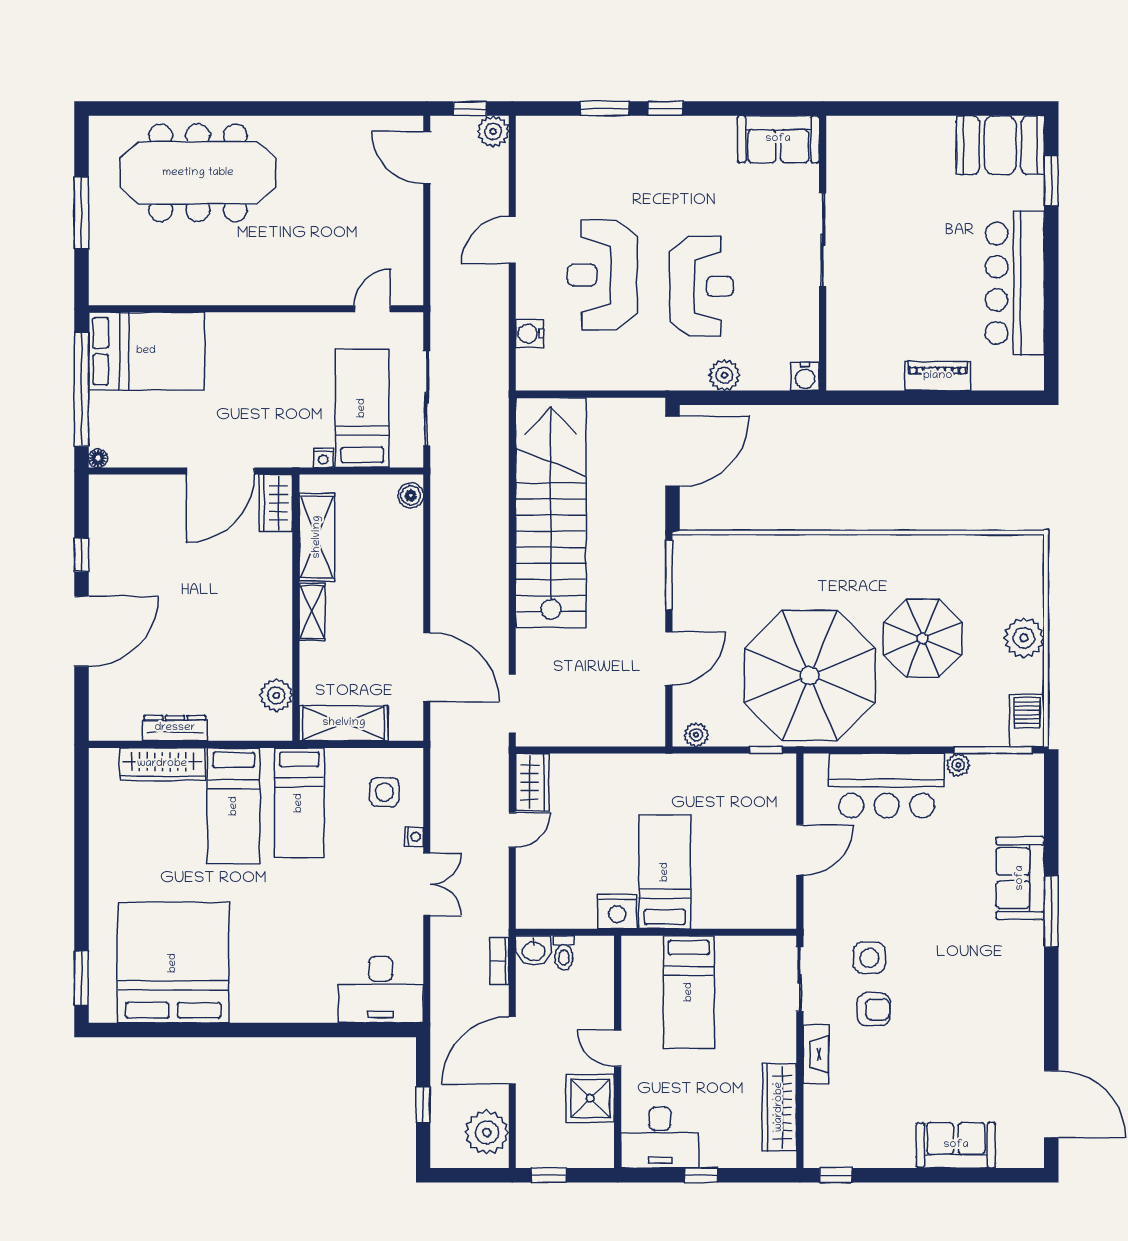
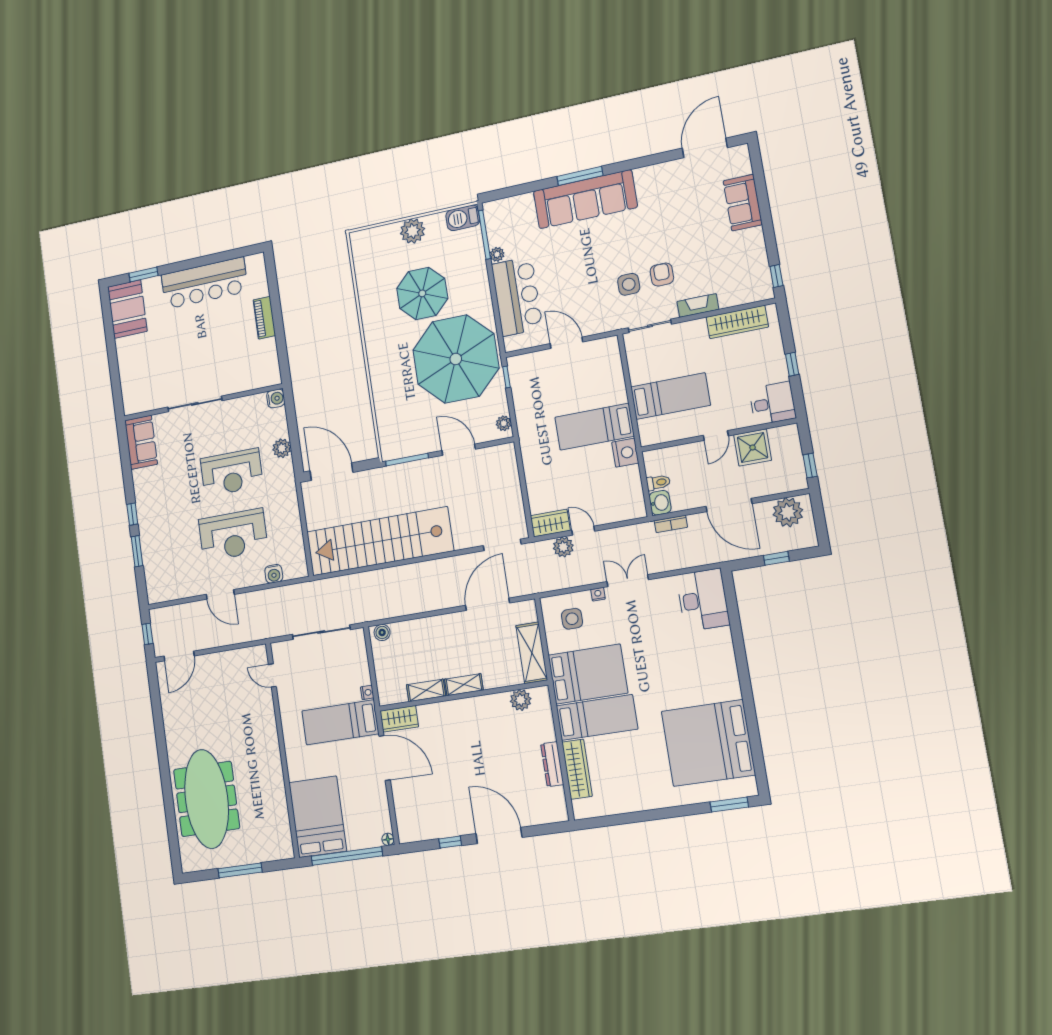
plant: (493, 131) -> (563, 547), moved
reception desk: (702, 286) -> (232, 472), turned 180
bed: (362, 408) -> (340, 722), moved
shelving: (317, 537) -> (426, 690), width x0.67, depth x0.75
bed: (299, 803) -> (588, 674), width x1.50
sofa: (1020, 878) -> (585, 199), width x1.85, depth x1.27
desk: (660, 1138) -> (772, 403), width x0.73

